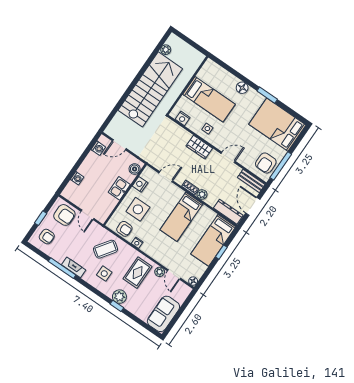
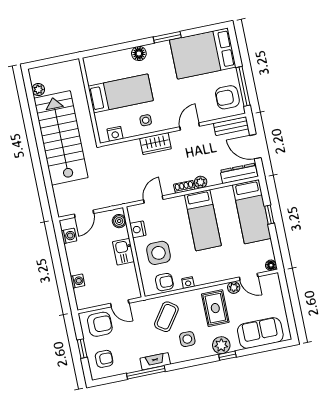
armchair: (266, 163) -> (227, 97), turned 90
sofa: (163, 314) -> (260, 333), moved, turned 90

